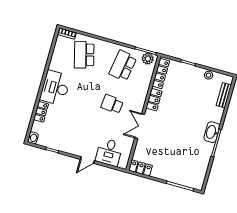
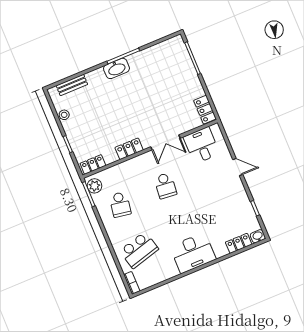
school desk: (123, 66) -> (120, 204), width x0.54
locker: (161, 74) -> (93, 165), width x0.66
locker: (41, 112) -> (239, 243), moved
desk: (109, 152) -> (202, 145), moved, turned -90

